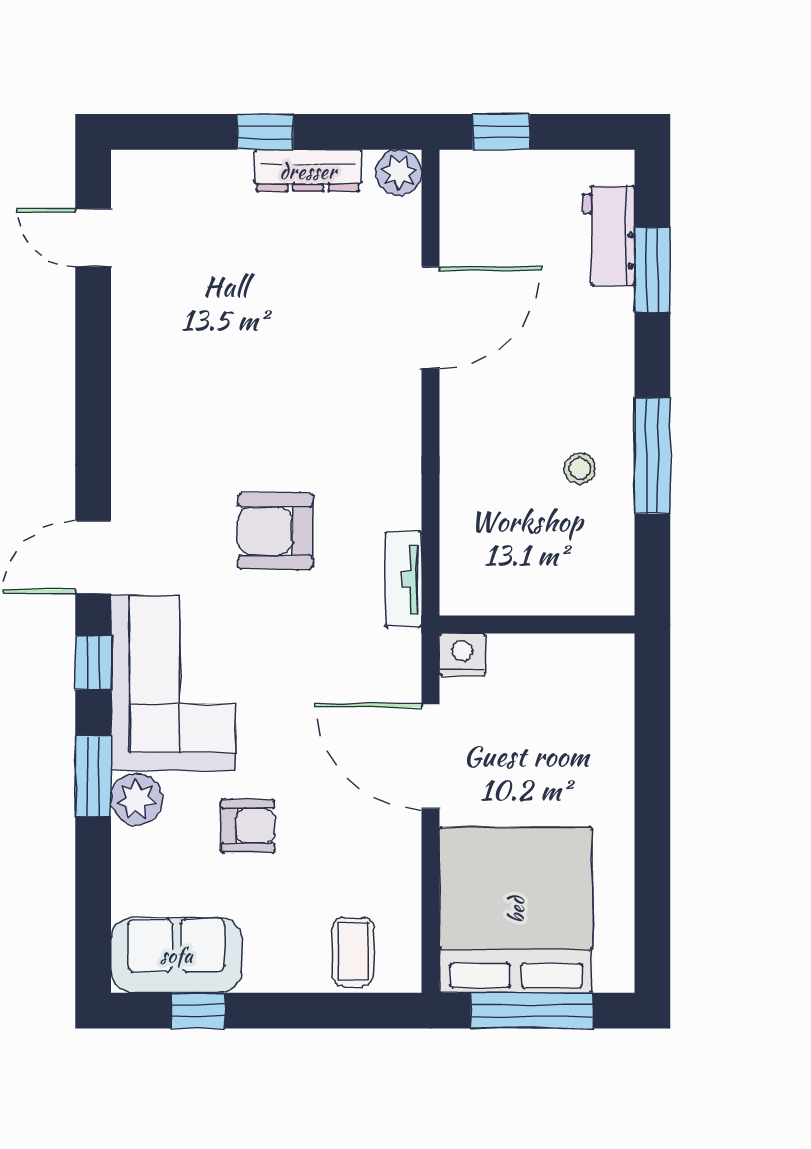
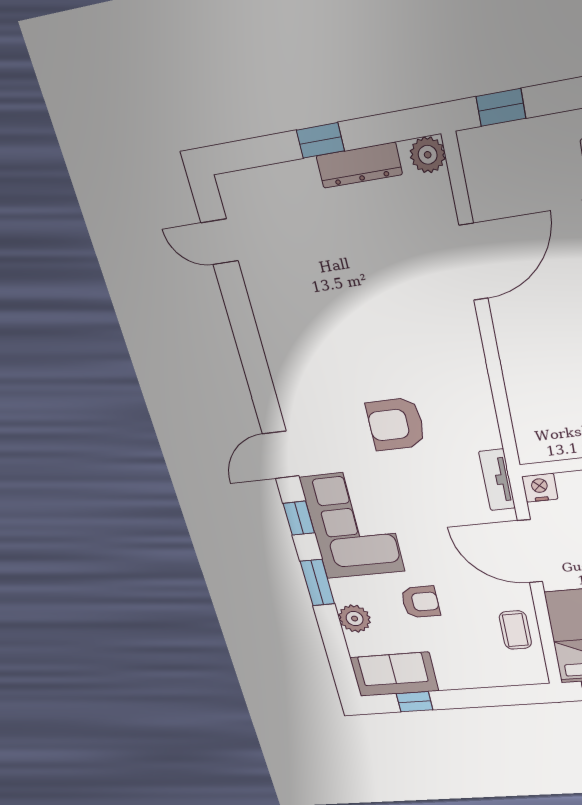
tv unit: (403, 579) -> (497, 480), moved
plant: (137, 799) -> (355, 619), moved
coffee table: (353, 952) -> (515, 630), moved

